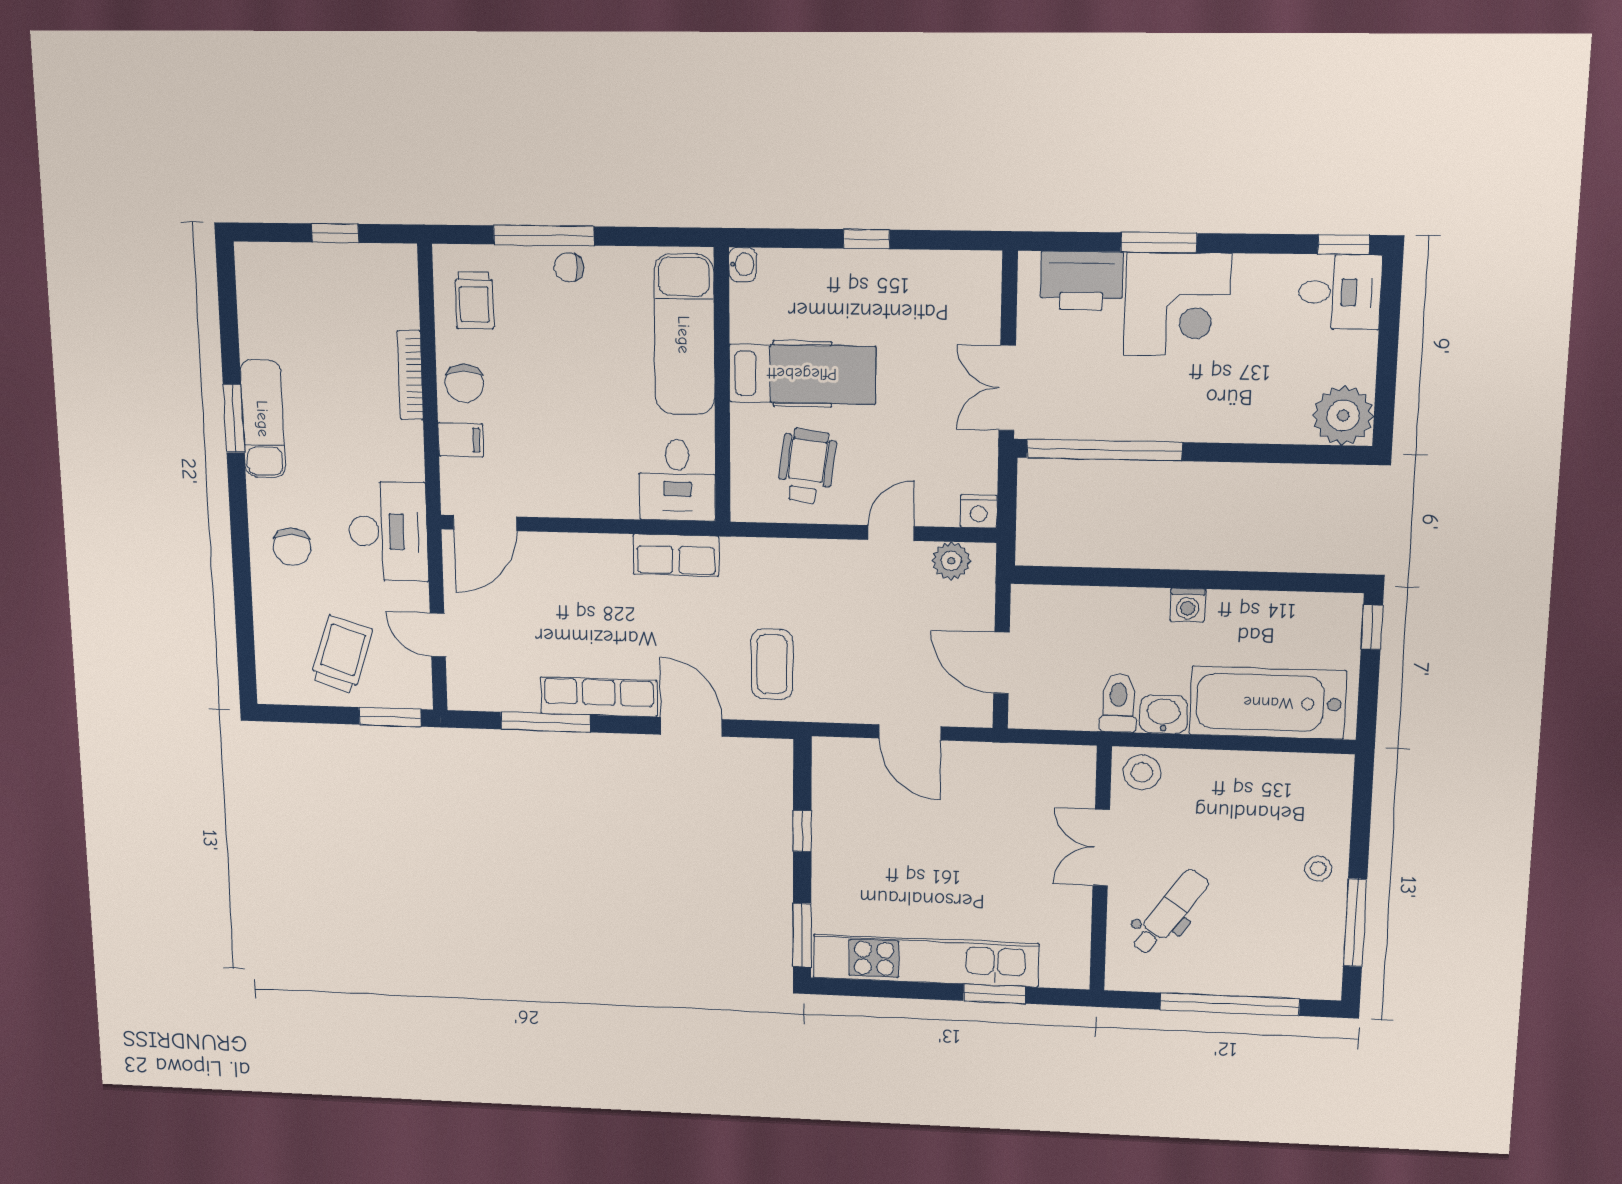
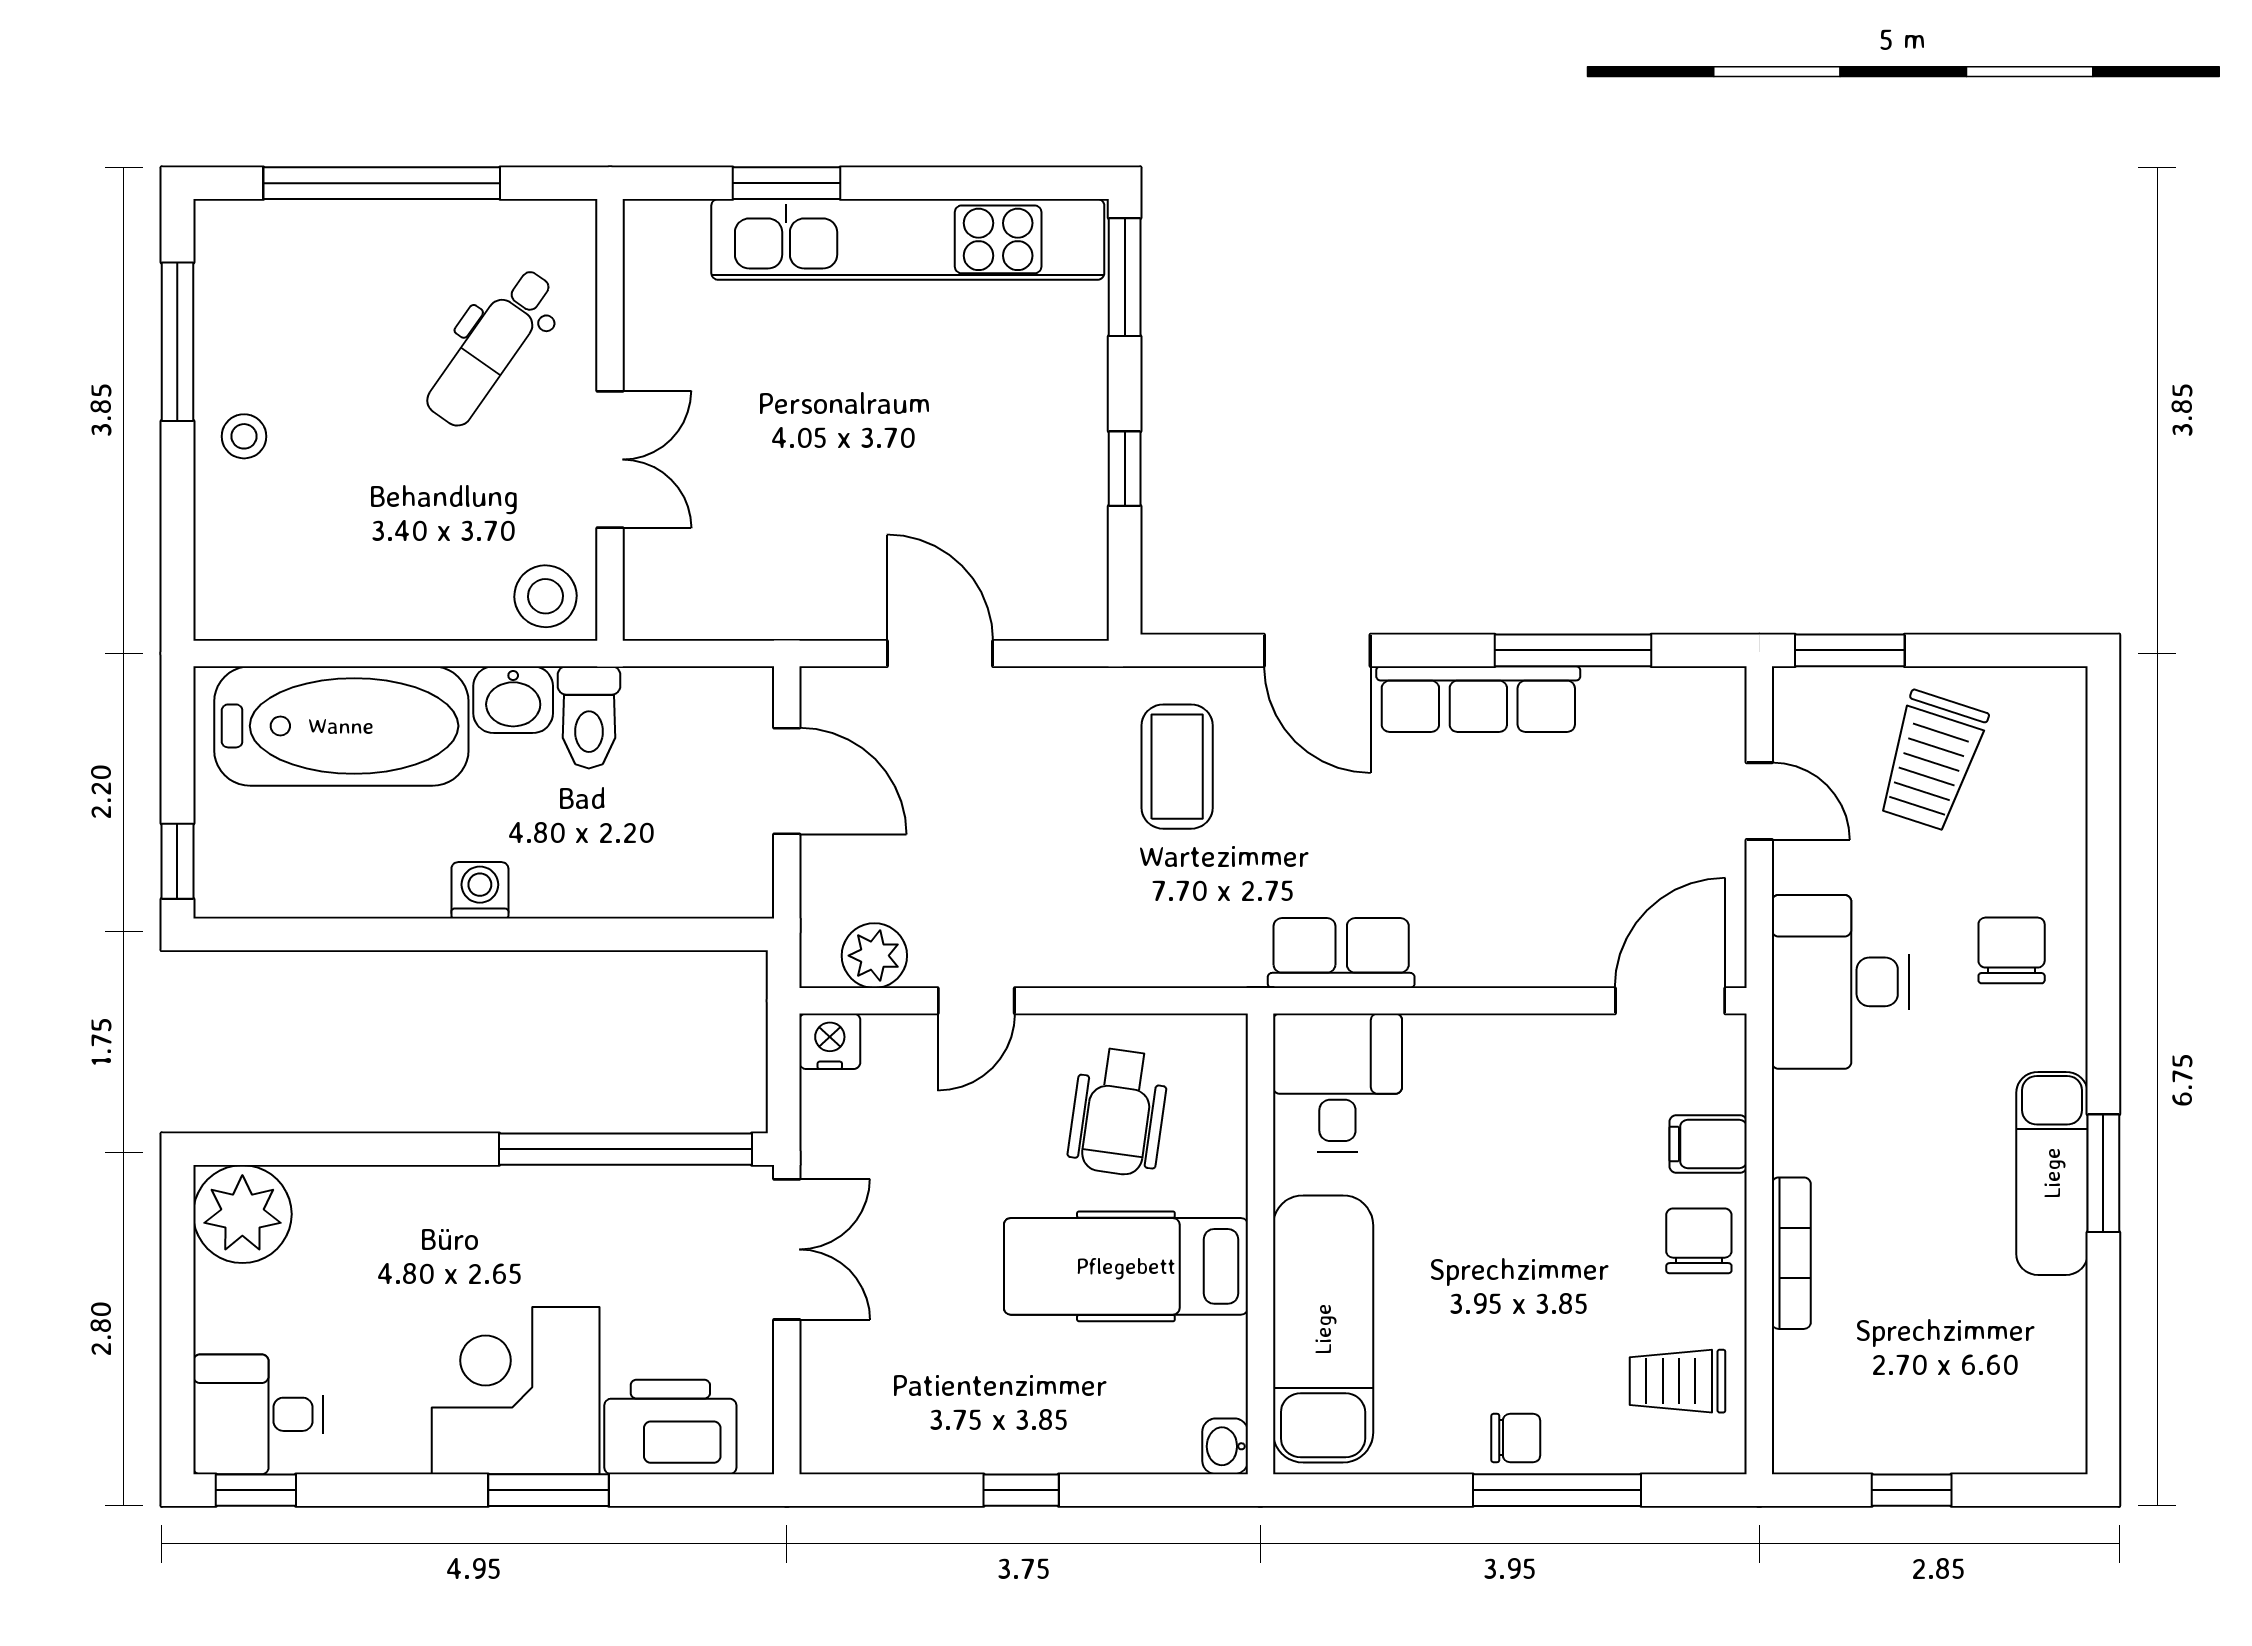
trolley: (474, 300) -> (1678, 1381), turned -90

